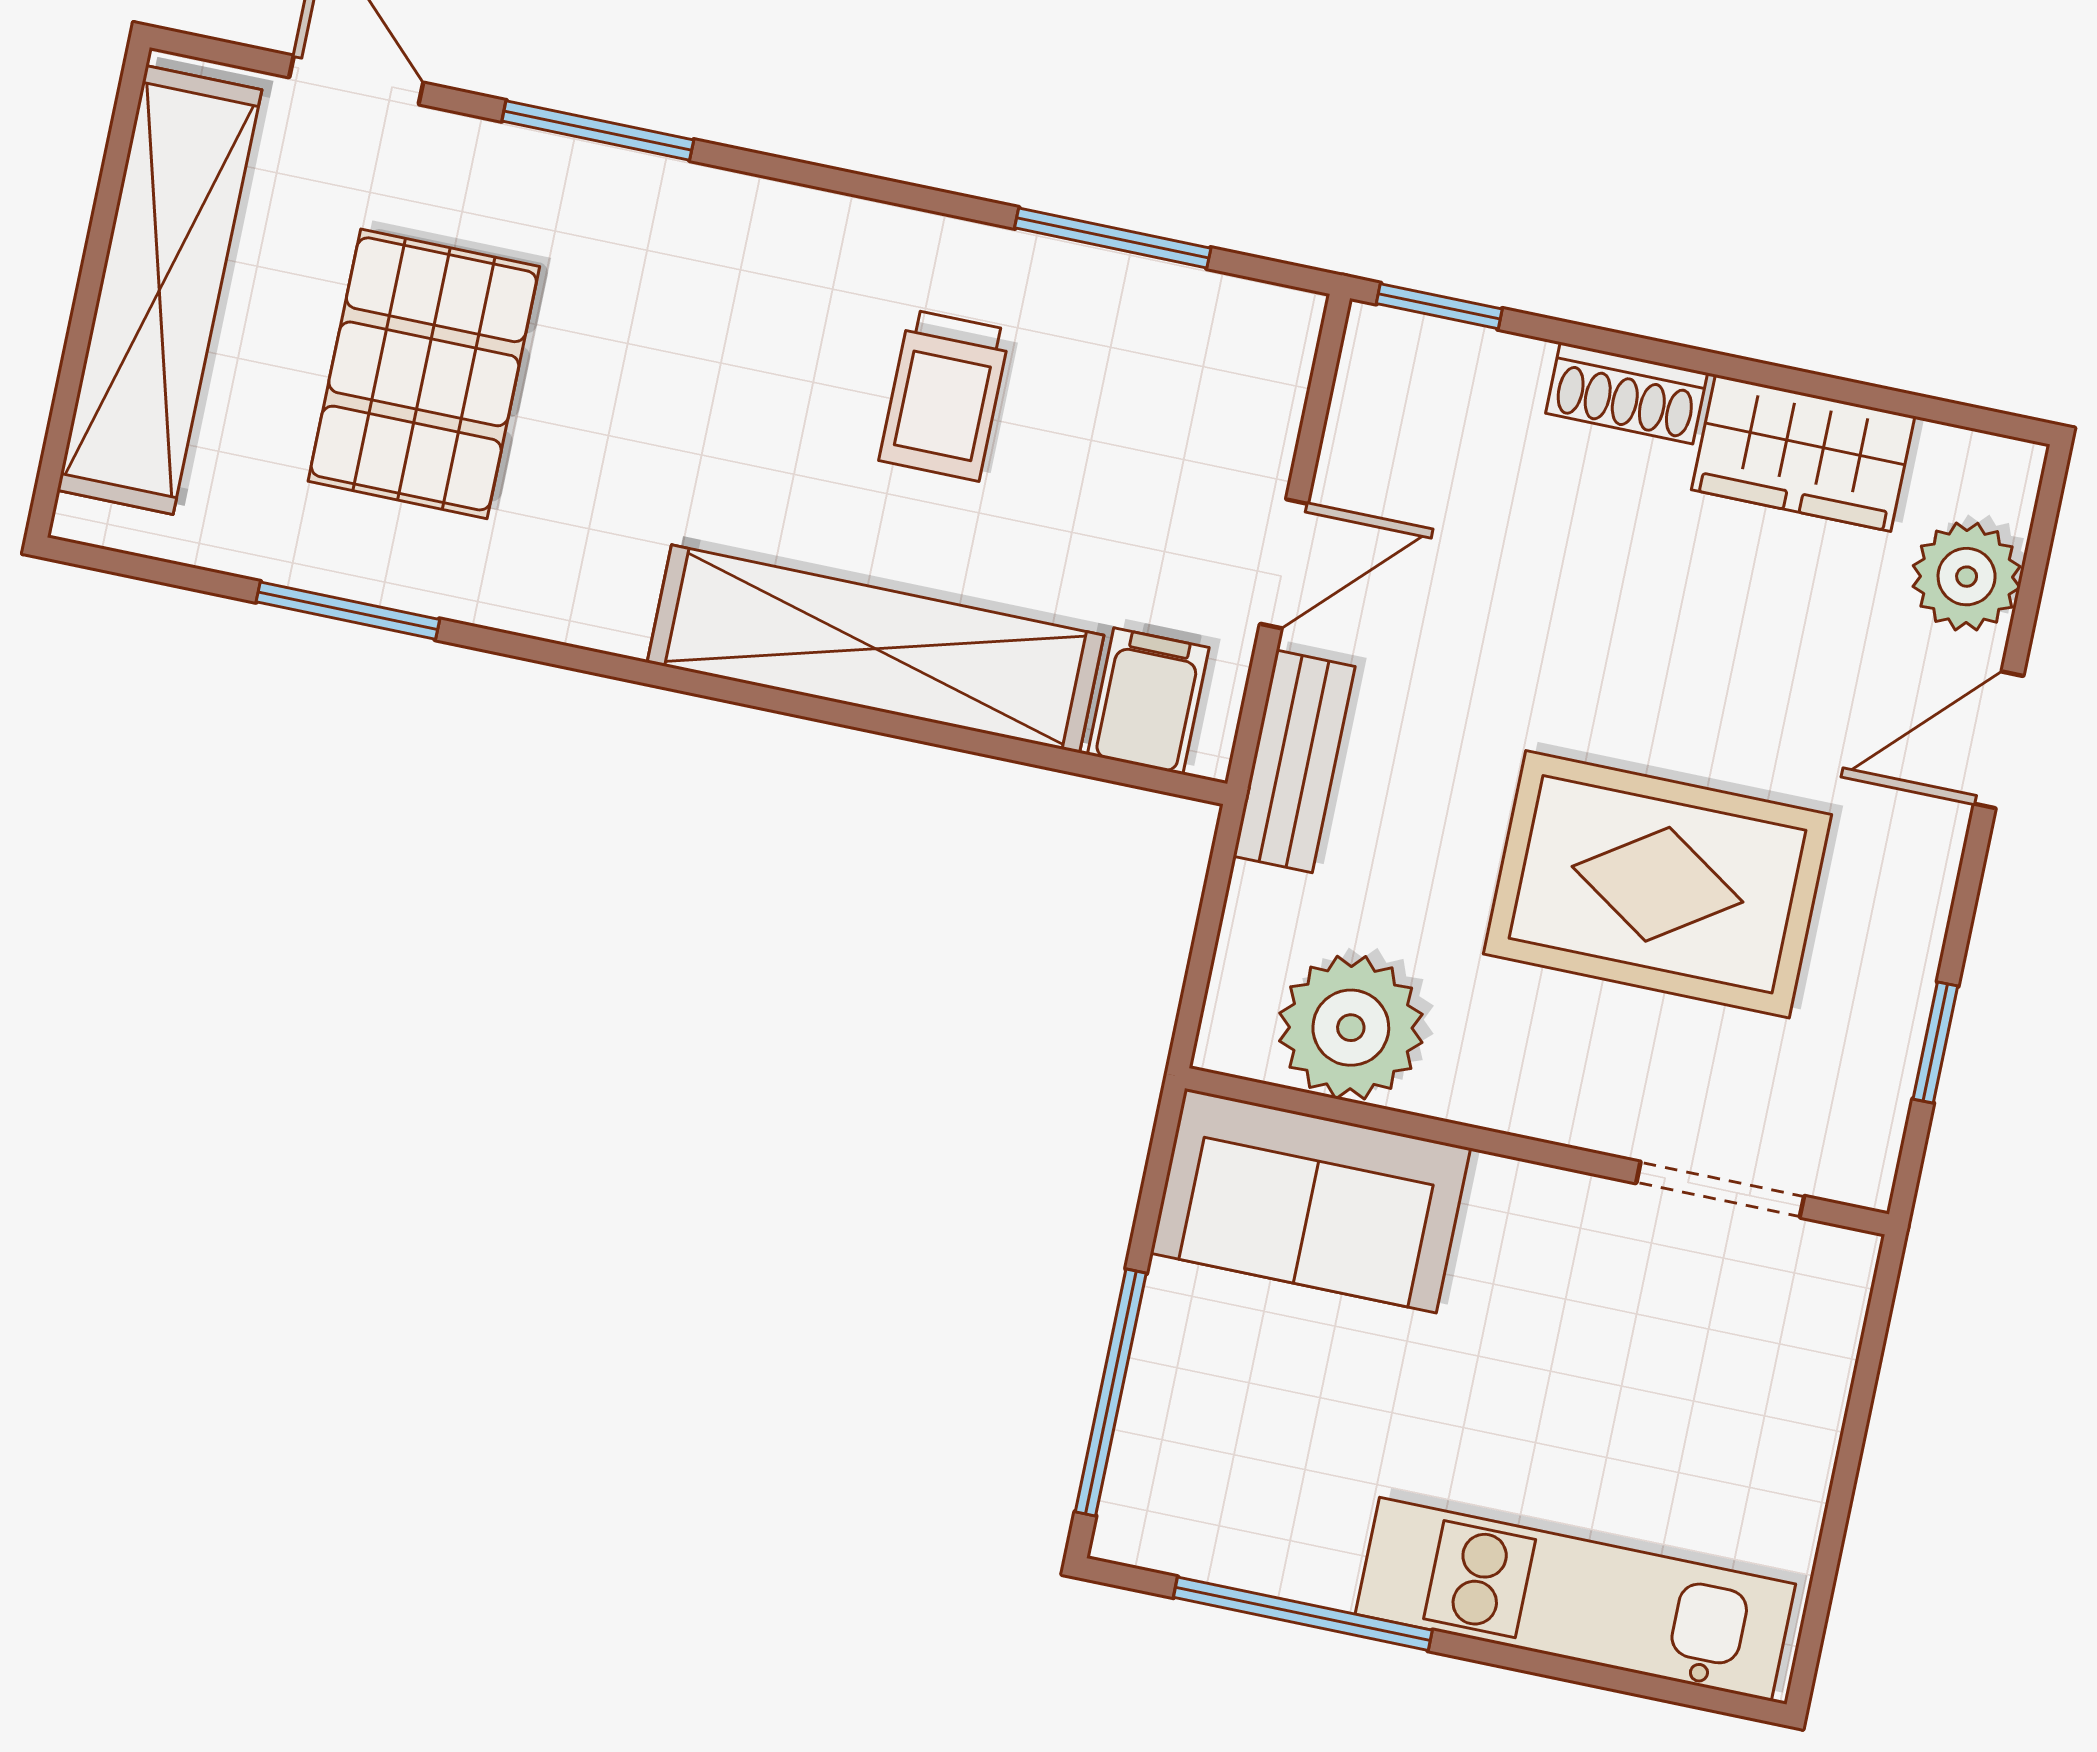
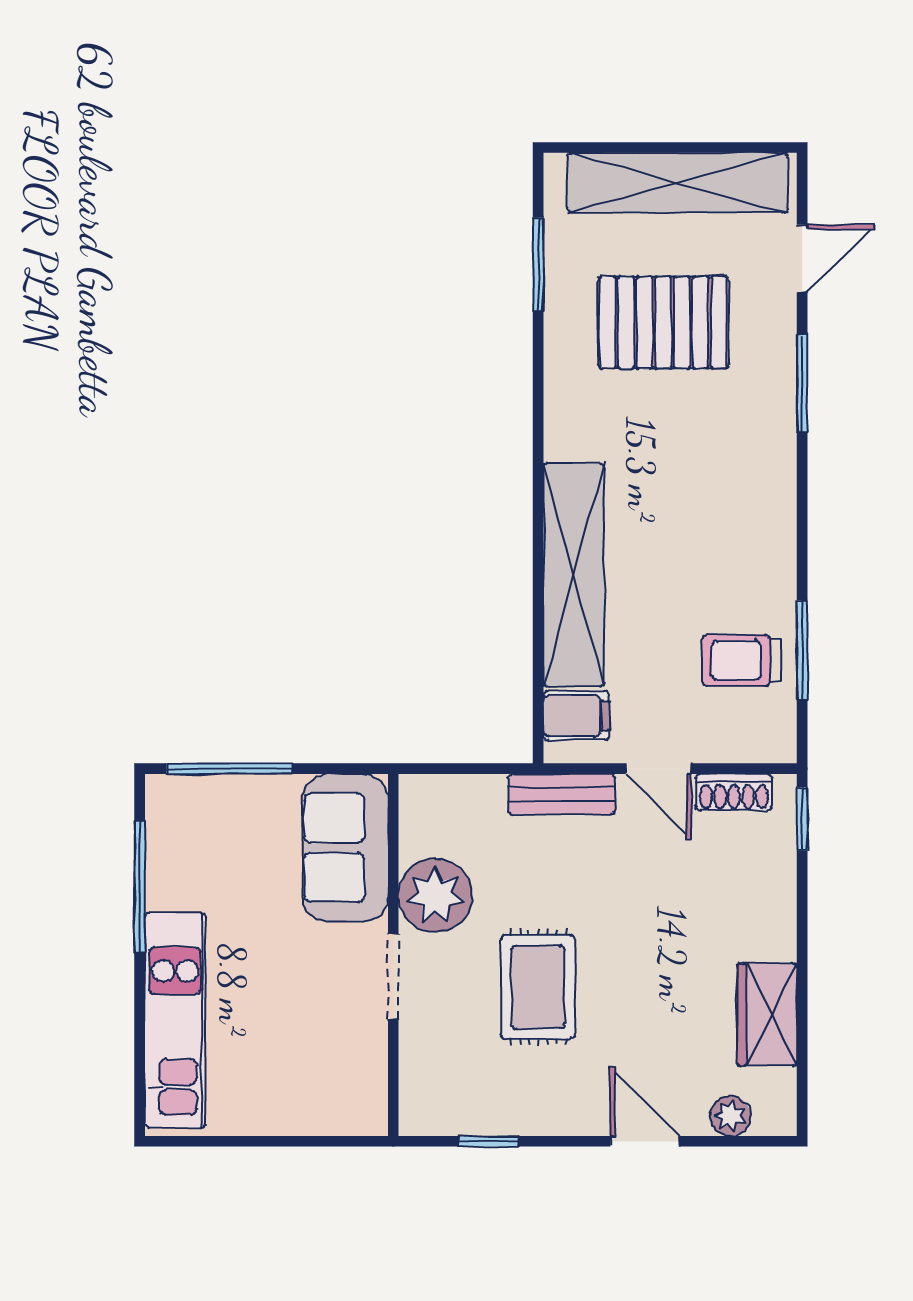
shoe rack: (1627, 393) -> (734, 792), moved, turned -90
trolley: (945, 395) -> (742, 660), moved
plant: (1967, 577) -> (730, 1116), width x0.73, depth x0.73
window: (348, 611) -> (538, 264), moved
rug: (1657, 884) -> (538, 987), width x0.73, depth x0.70
plant: (1351, 1028) -> (435, 896), moved
doorway: (1720, 1190) -> (393, 976), moved

